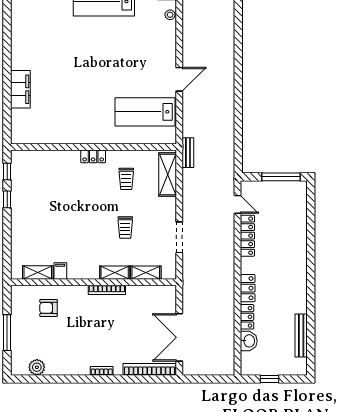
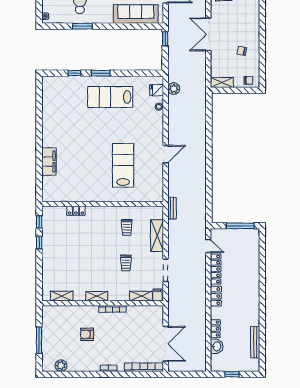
lab bench: (145, 112) -> (123, 165), moved, turned 90
locker: (93, 156) -> (76, 211), moved
shelving: (168, 175) -> (157, 236), moved
filing cabinet: (60, 271) -> (158, 295), moved
shelving: (115, 273) -> (97, 296), moved
locker: (248, 288) -> (216, 296), moved
armchair: (48, 308) -> (87, 334), moved
double door: (179, 337) -> (166, 344), swing flipped

